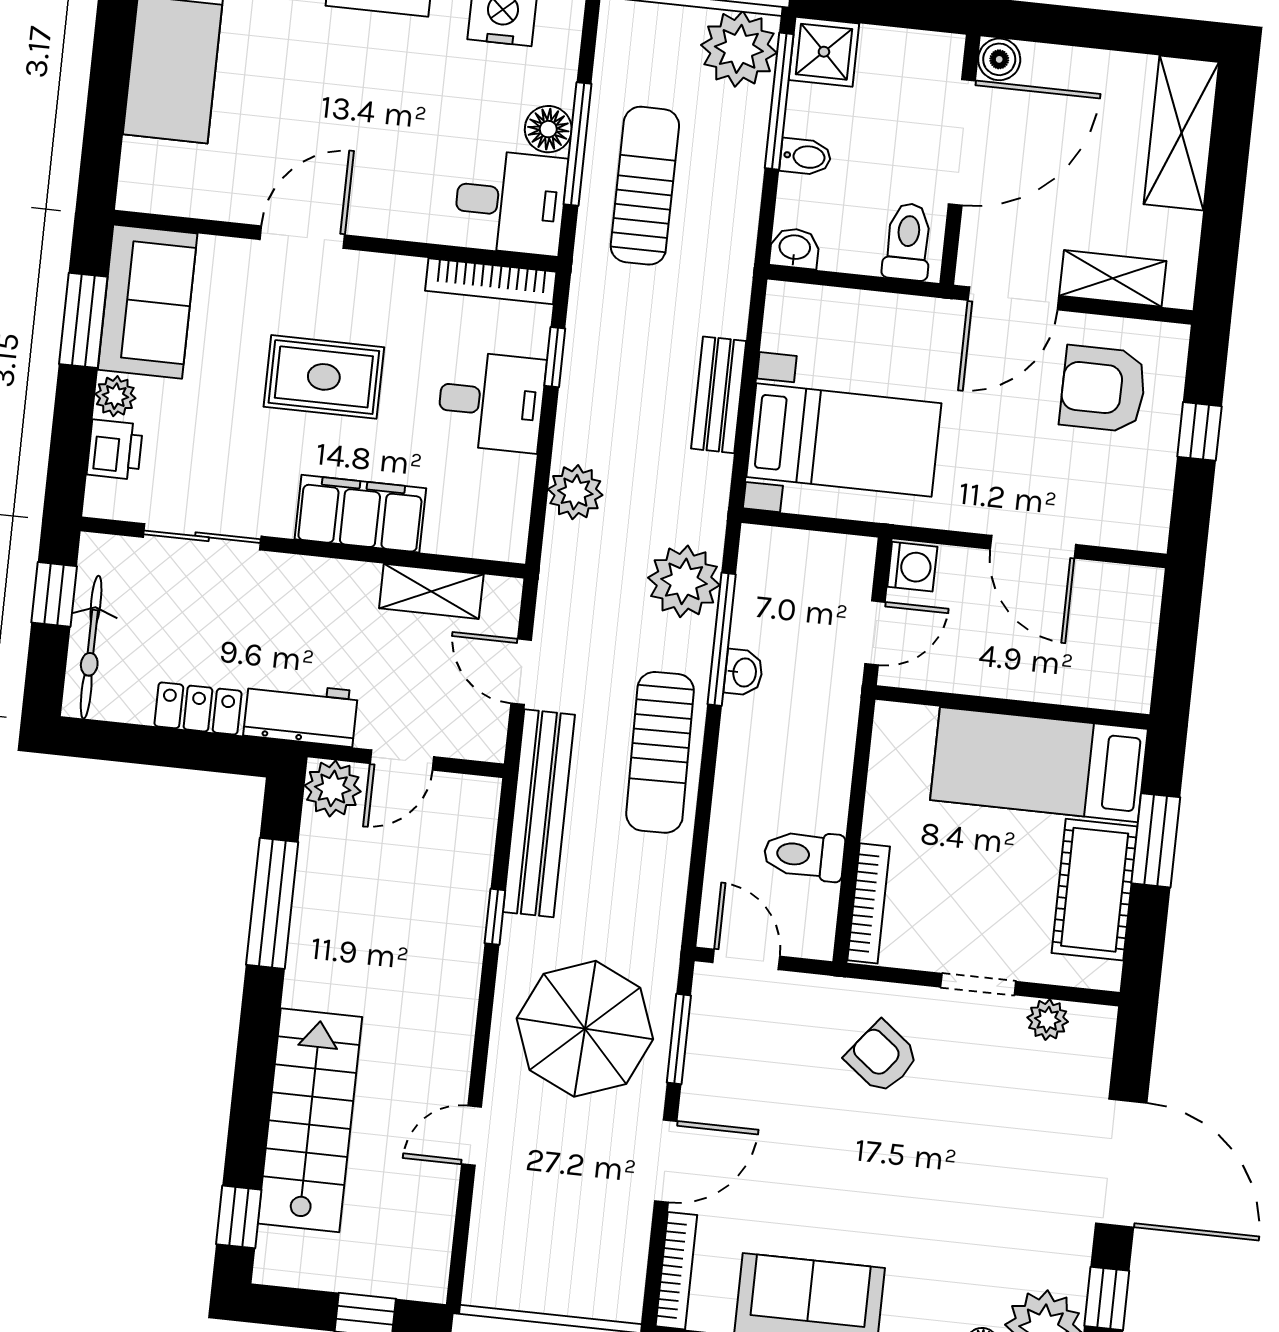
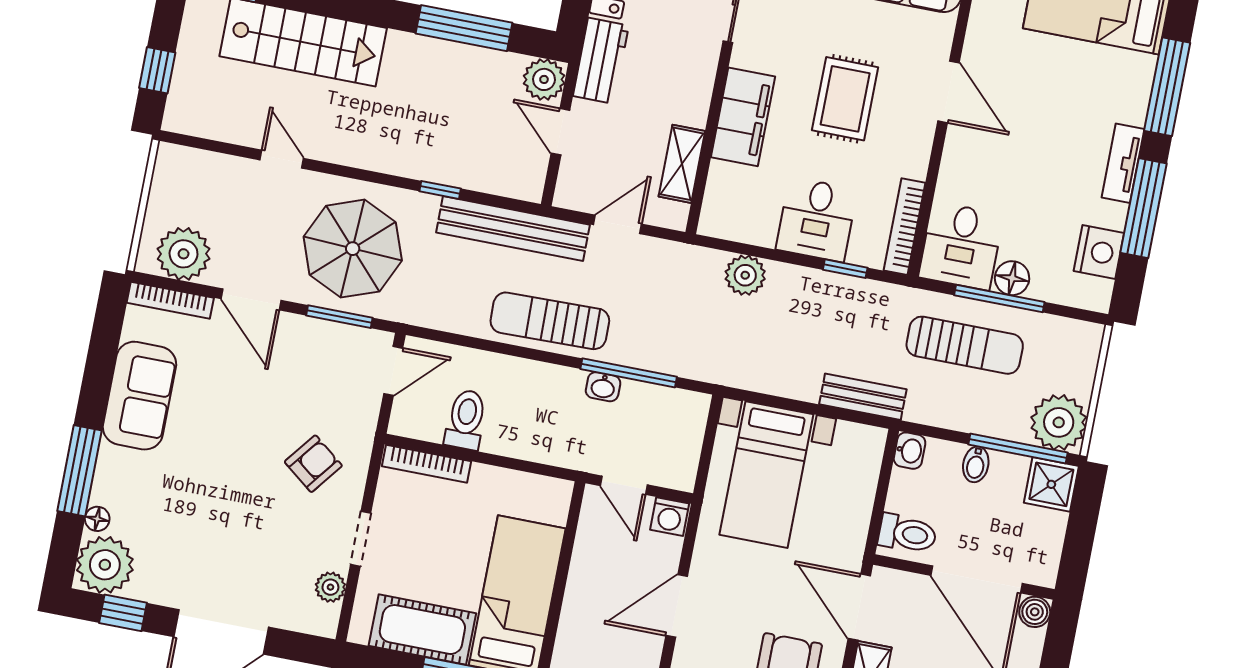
bench: (719, 395) -> (863, 397), moved
plant: (684, 581) -> (184, 254), moved

